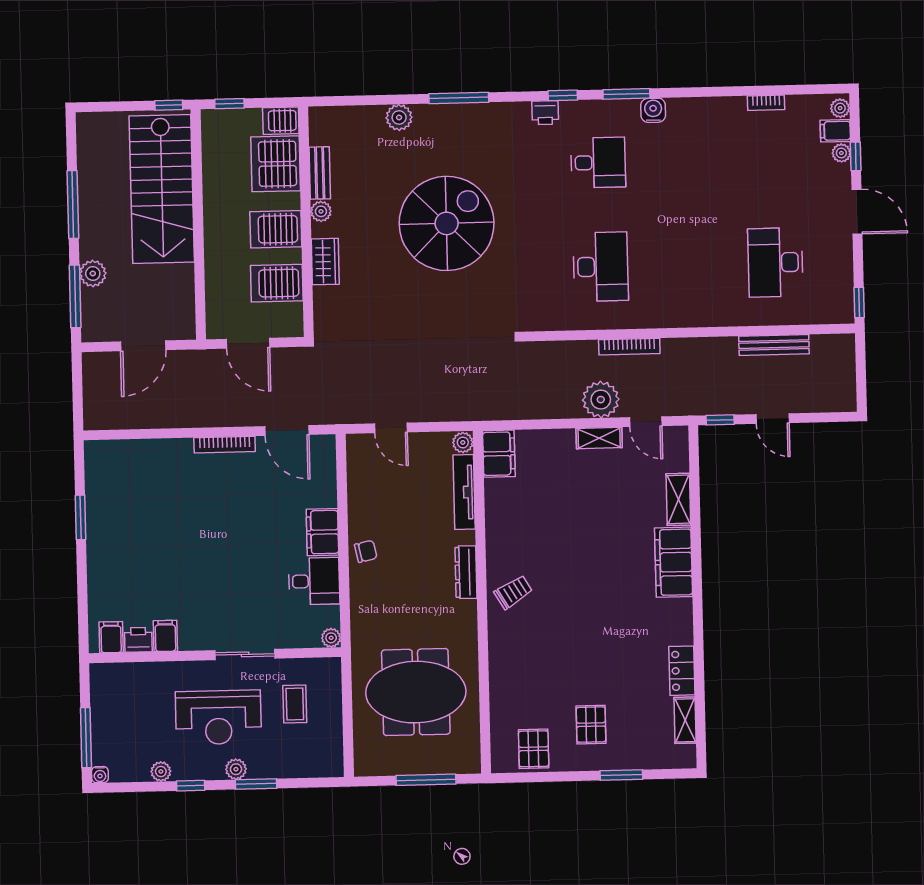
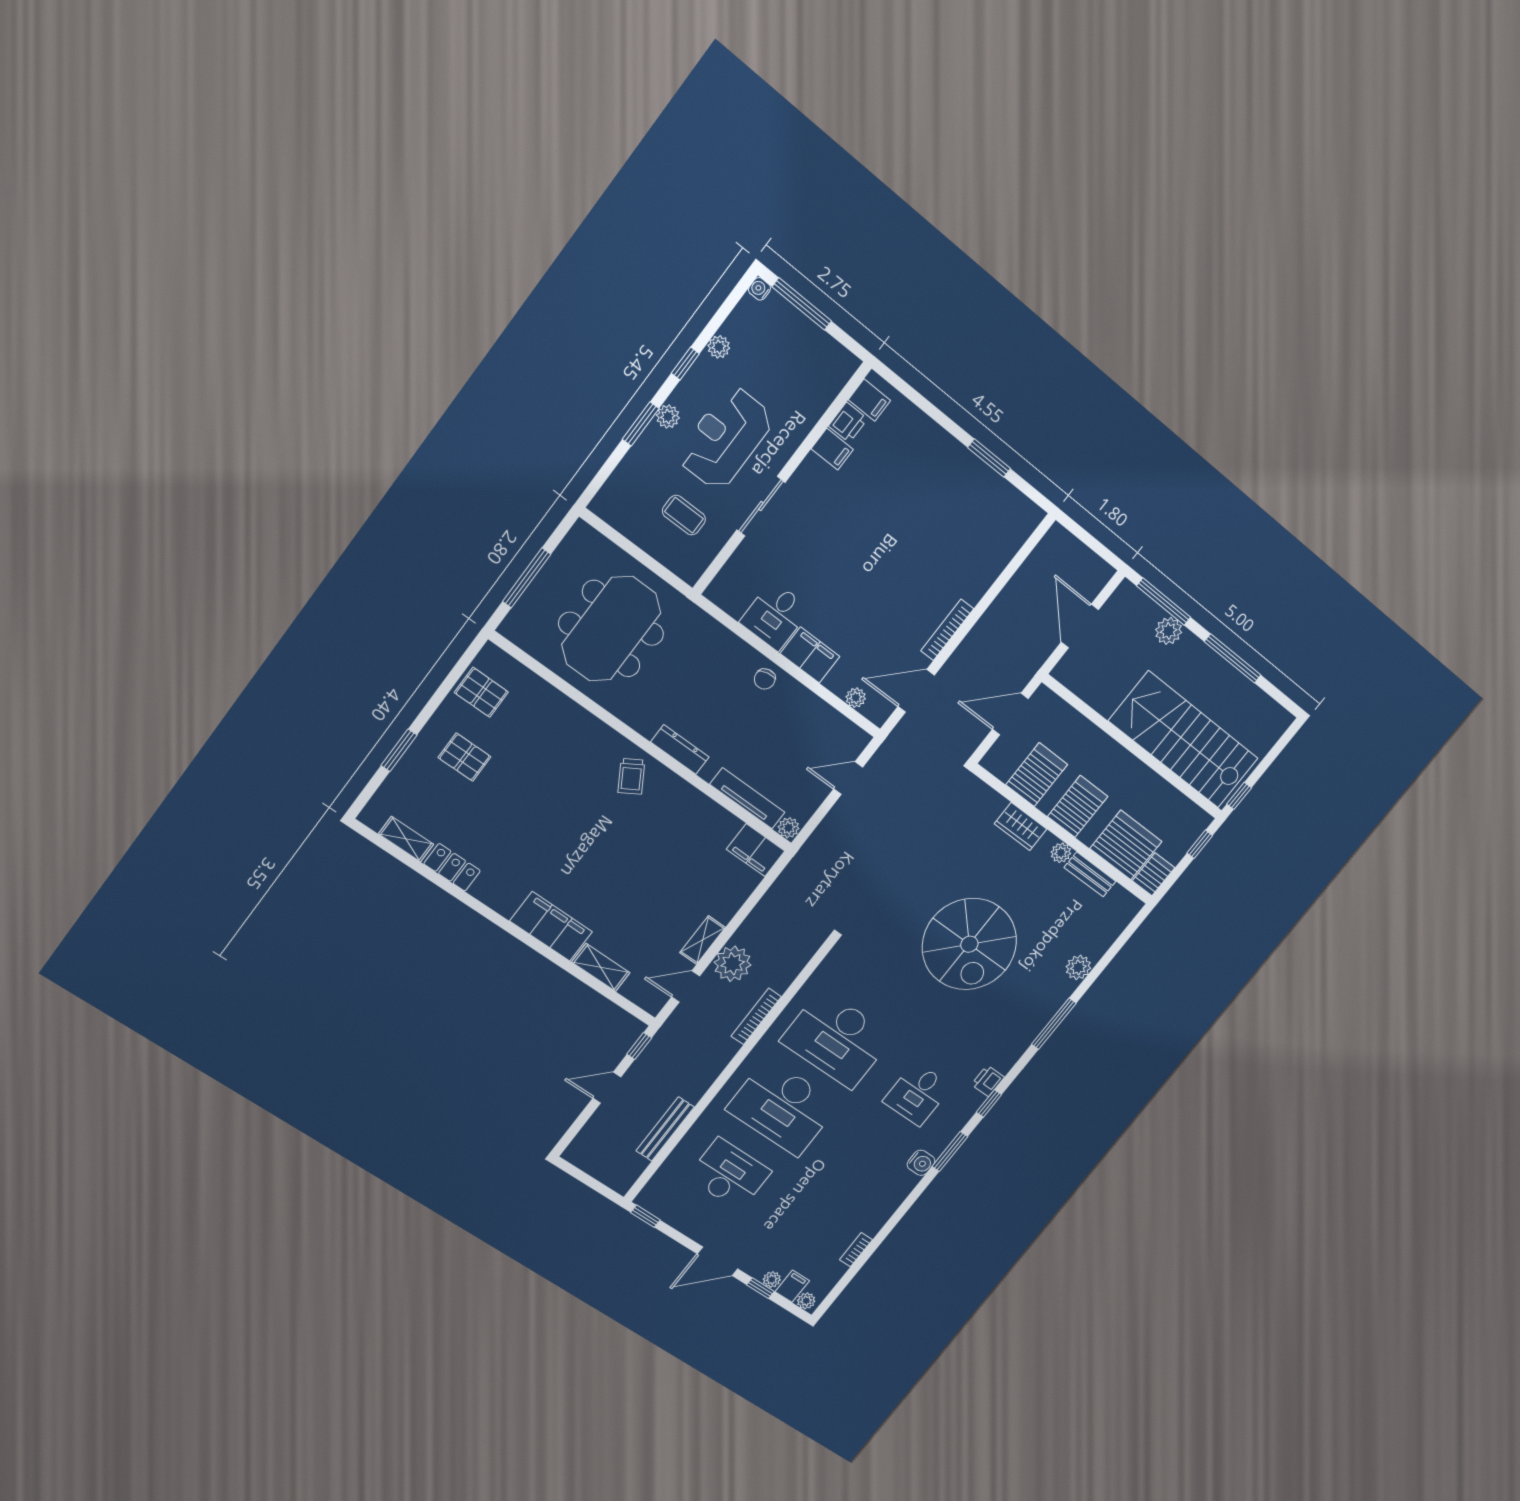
desk: (688, 265) -> (783, 1107), added
desk: (601, 267) -> (837, 1039), width x1.36, depth x1.30
plant: (331, 638) -> (856, 698), moved

